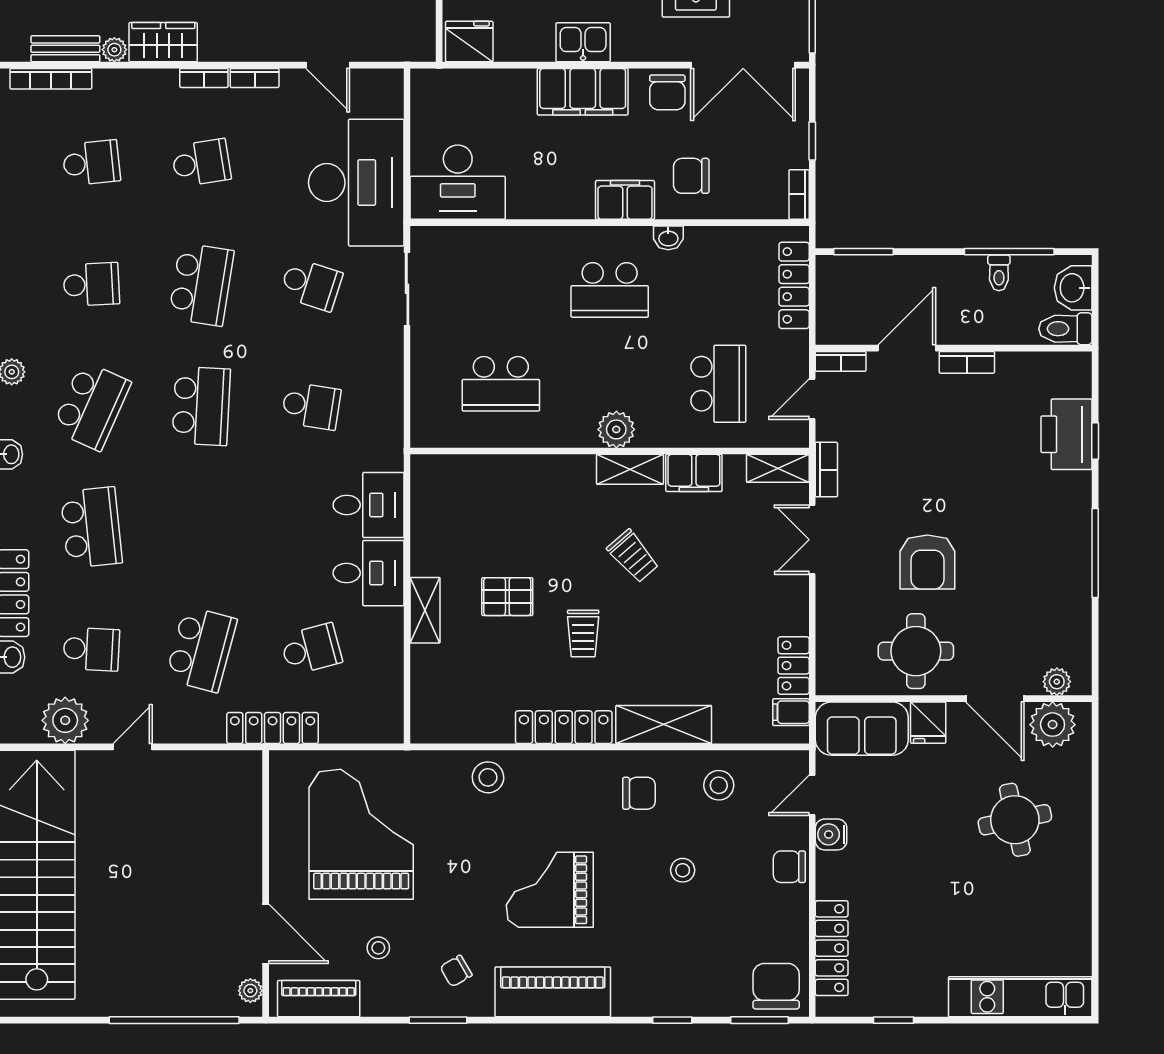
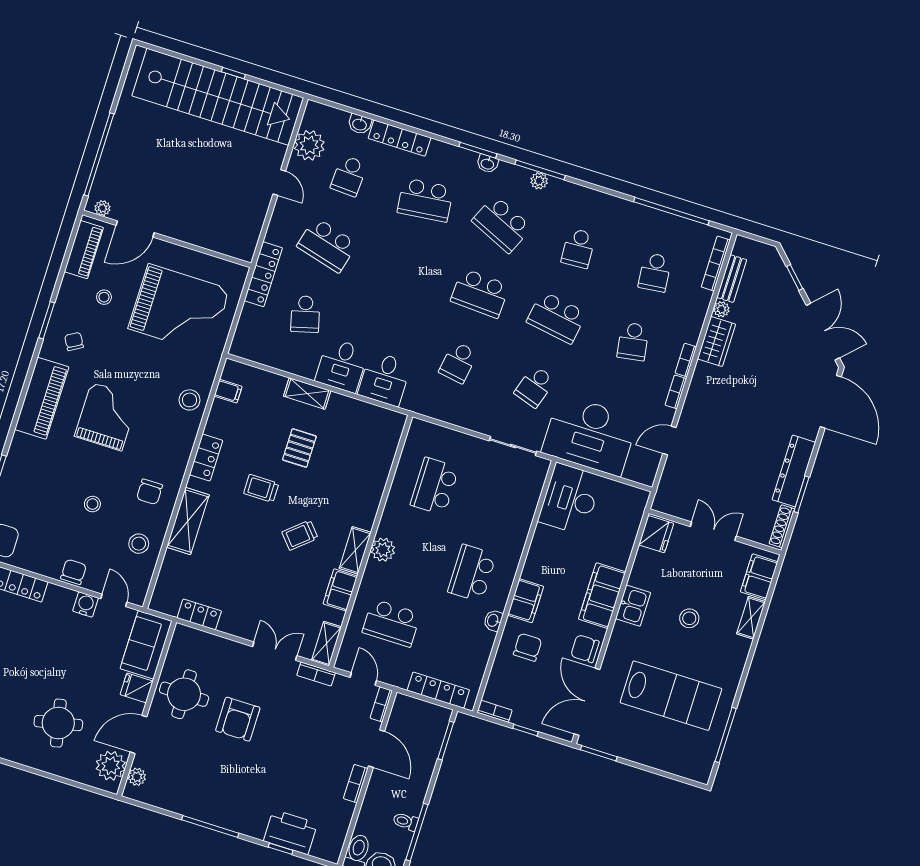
armchair: (927, 562) -> (238, 719), turned -90
filing cabinet: (791, 712) -> (228, 391), moved, turned 90
locker: (564, 727) -> (206, 458), width x0.66

